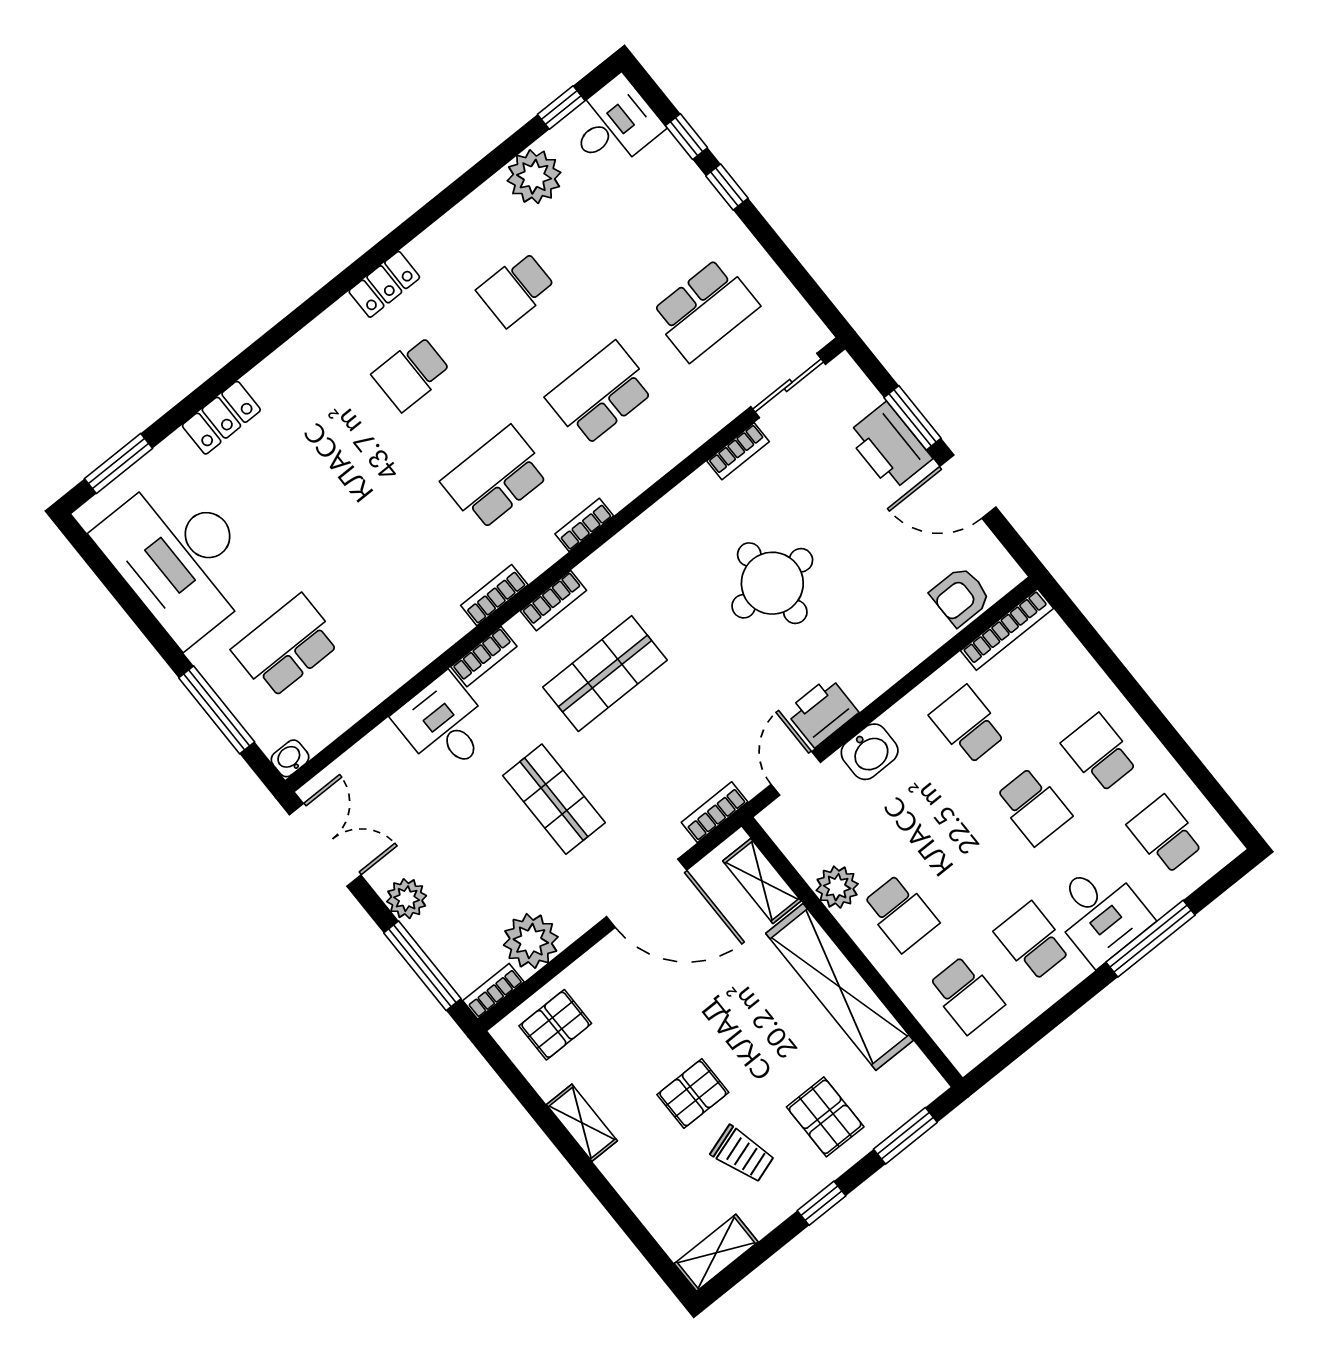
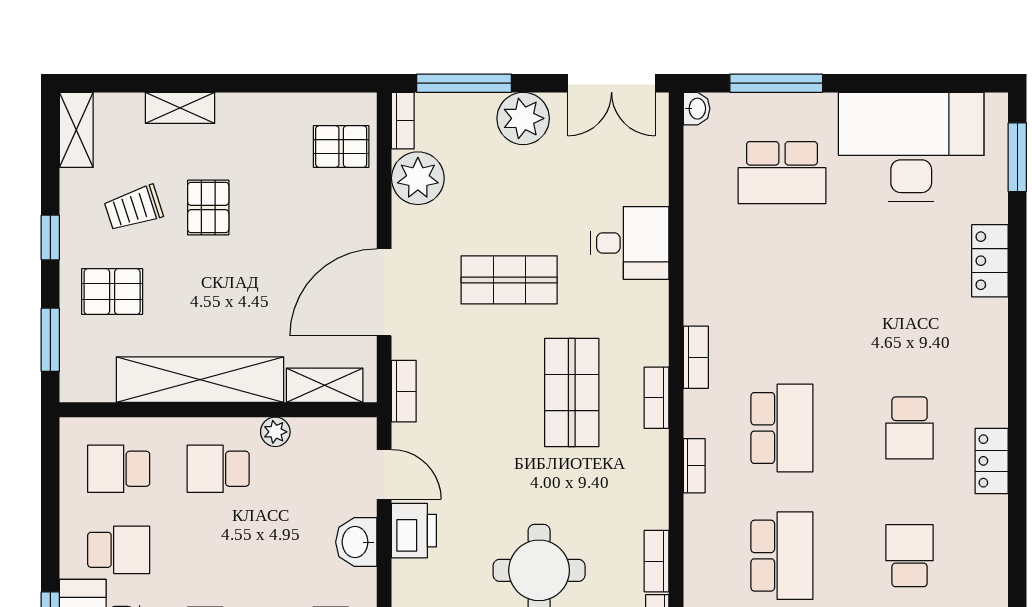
school desk: (411, 373) -> (910, 428), turned 180
school desk: (286, 646) -> (782, 173), turned 90
bookcase: (484, 657) -> (657, 561), moved
plant: (837, 887) -> (275, 432), width x0.73, depth x0.73
plant: (407, 899) -> (523, 118), width x1.36, depth x1.36
pallet: (555, 1025) -> (341, 147), turned 90
shelving: (582, 1123) -> (180, 108), moved

